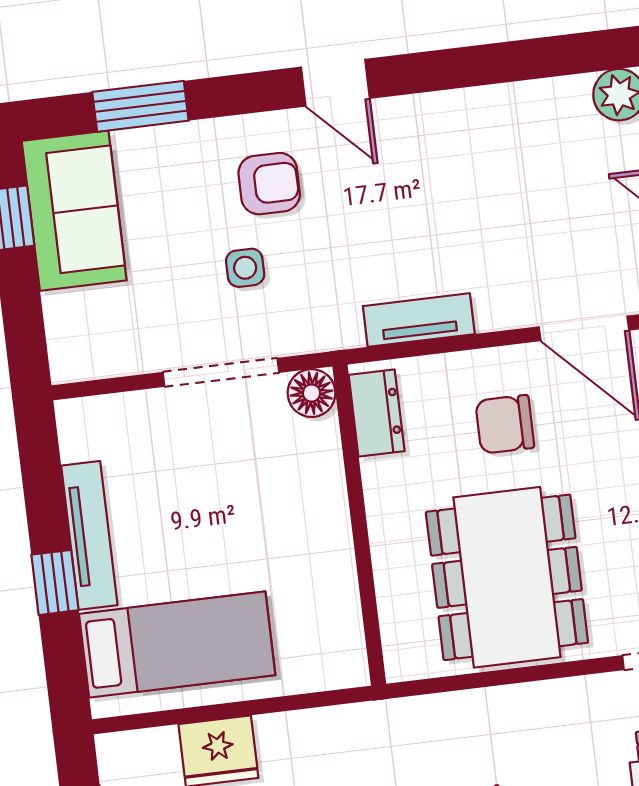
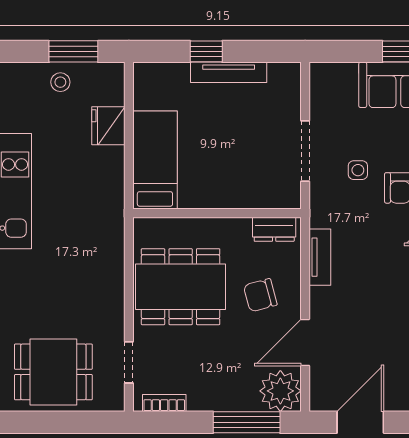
floor lamp: (311, 393) -> (289, 197), removed
chair: (505, 424) -> (260, 295), turned -105
bed: (177, 644) -> (155, 160), moved, turned 180

